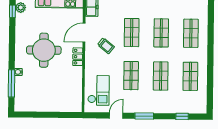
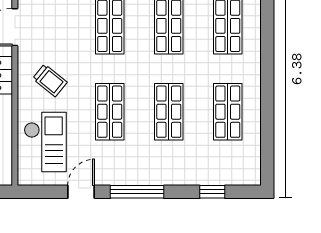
trolley: (106, 46) -> (50, 80), moved
window: (144, 116) -> (137, 192), width x1.44

